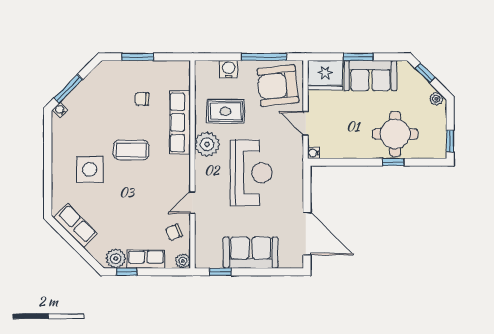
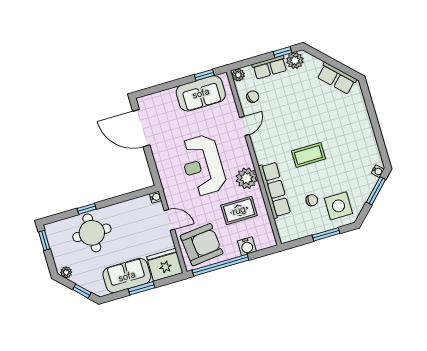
window: (264, 57) -> (220, 265), width x1.46
side table: (90, 169) -> (338, 206), moved
sofa: (251, 253) -> (201, 93), moved

